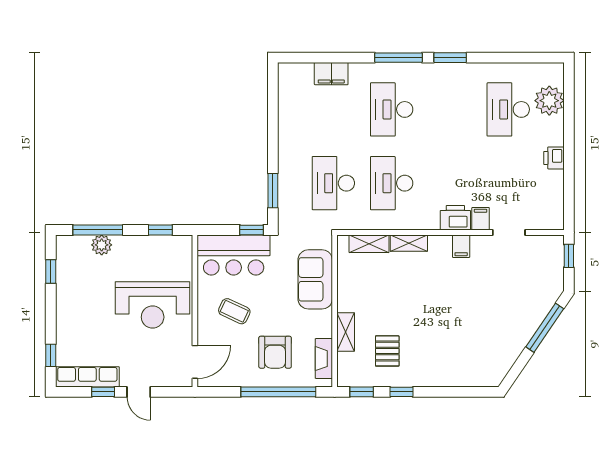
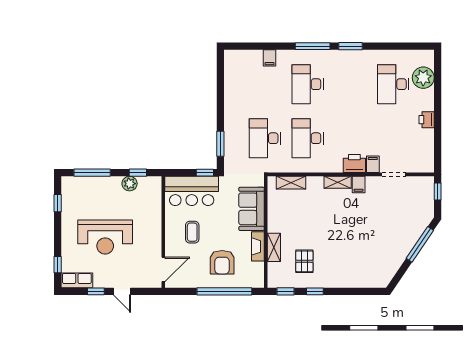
filing cabinet: (331, 74) -> (269, 58), width x0.50
shelving: (409, 243) -> (338, 182), moved
plant: (102, 245) -> (130, 184), moved
reception desk: (153, 305) -> (105, 237), moved
coffee table: (234, 311) -> (192, 232), turned 65
fireplace: (324, 359) -> (258, 246), moved
row of seats: (87, 377) -> (77, 280), width x0.68

